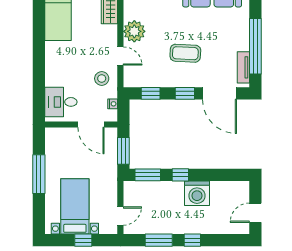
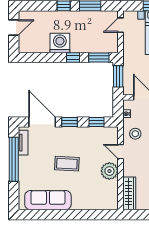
coffee table: (185, 53) -> (67, 164), moved

